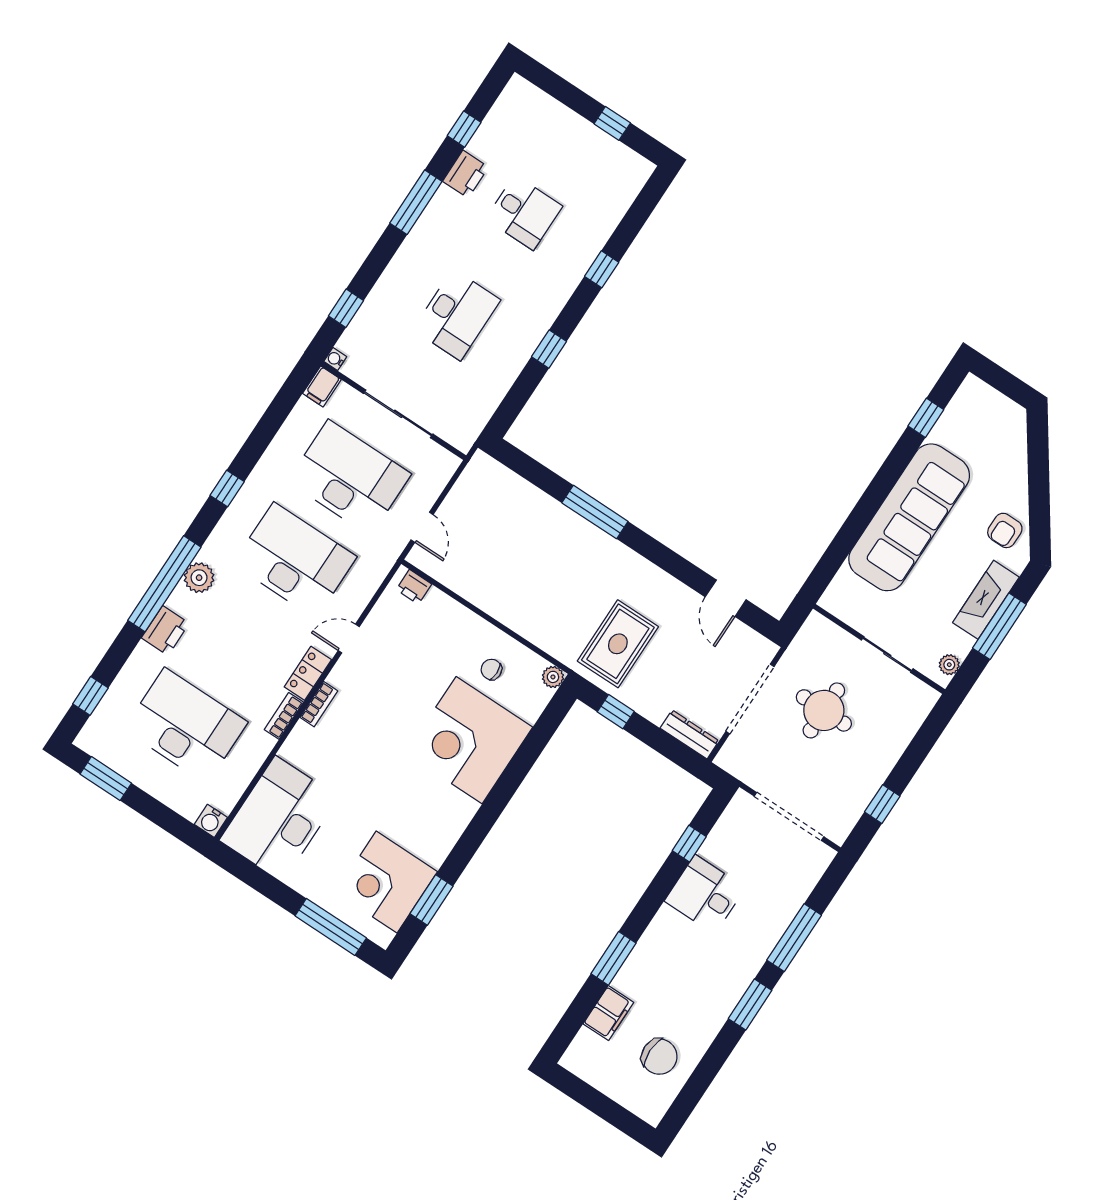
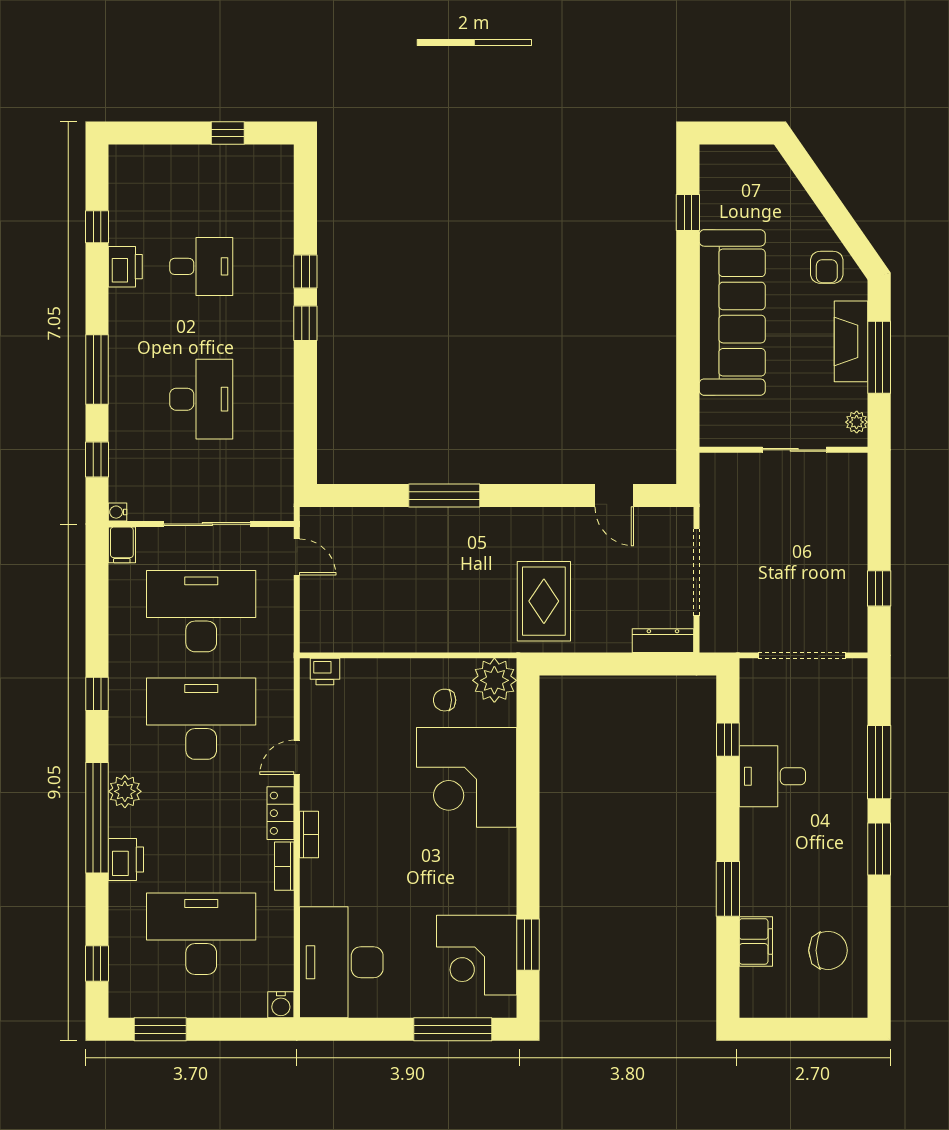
window: (416, 202) -> (97, 369), moved
window: (549, 349) -> (305, 323), moved
door: (422, 527) -> (297, 557), moved
plant: (553, 677) -> (494, 680), width x1.88, depth x1.88
round table: (824, 710) -> (770, 539), removed
window: (616, 712) -> (582, 664), removed

